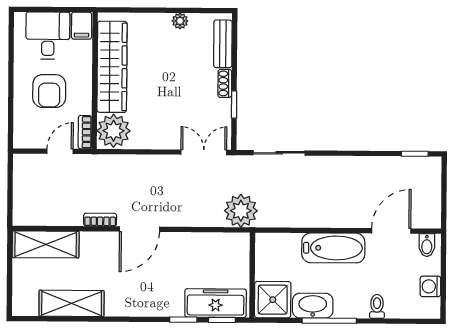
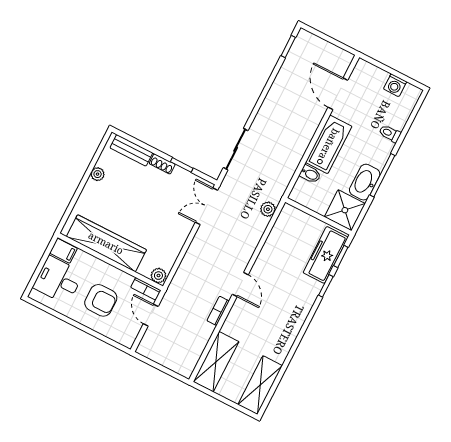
plant: (114, 131) -> (158, 276), width x0.53, depth x0.53
plant: (241, 211) -> (268, 209), width x0.53, depth x0.53
door: (139, 229) -> (240, 285), width x0.73
bidet: (427, 245) -> (310, 174), moved
shelving: (72, 303) -> (260, 385), moved

